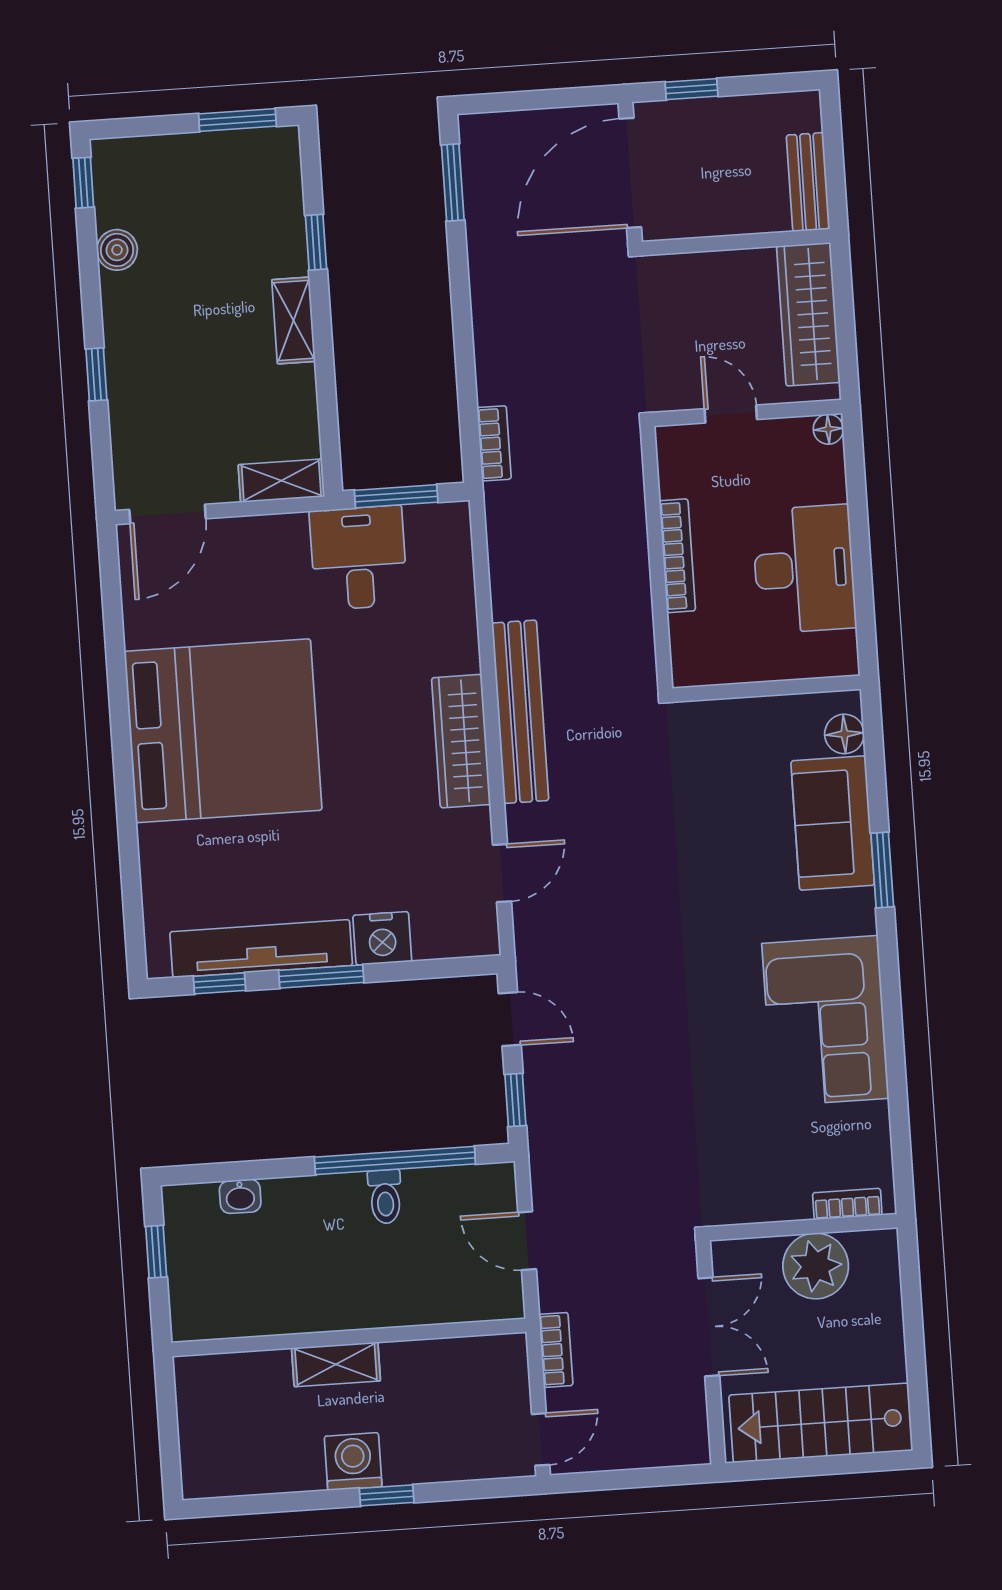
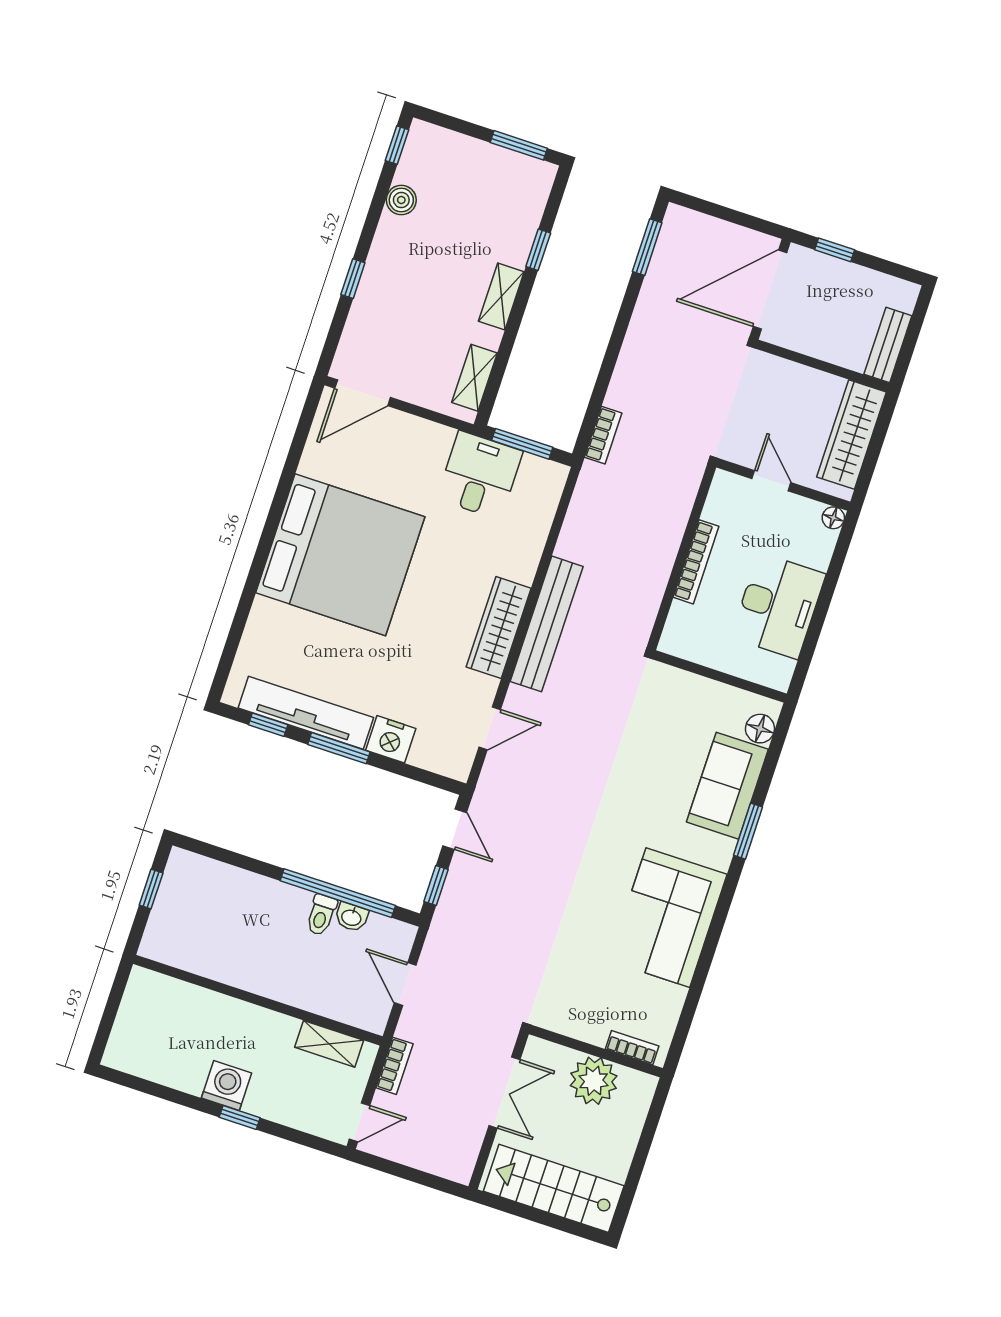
shelving: (281, 481) -> (475, 378), moved, turned 90
washbasin: (240, 1196) -> (351, 917), moved
shelving: (336, 1364) -> (329, 1044), moved

